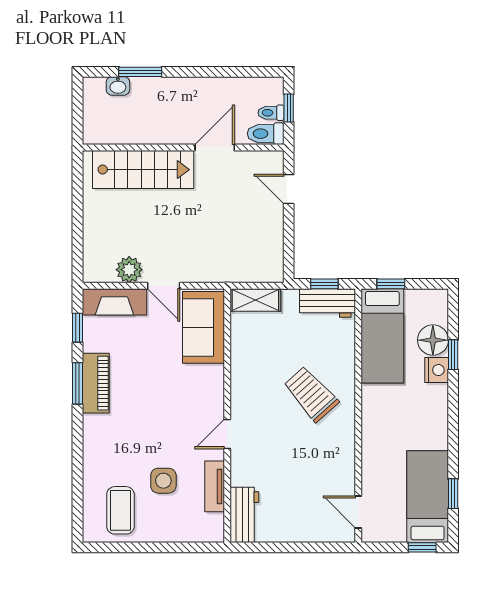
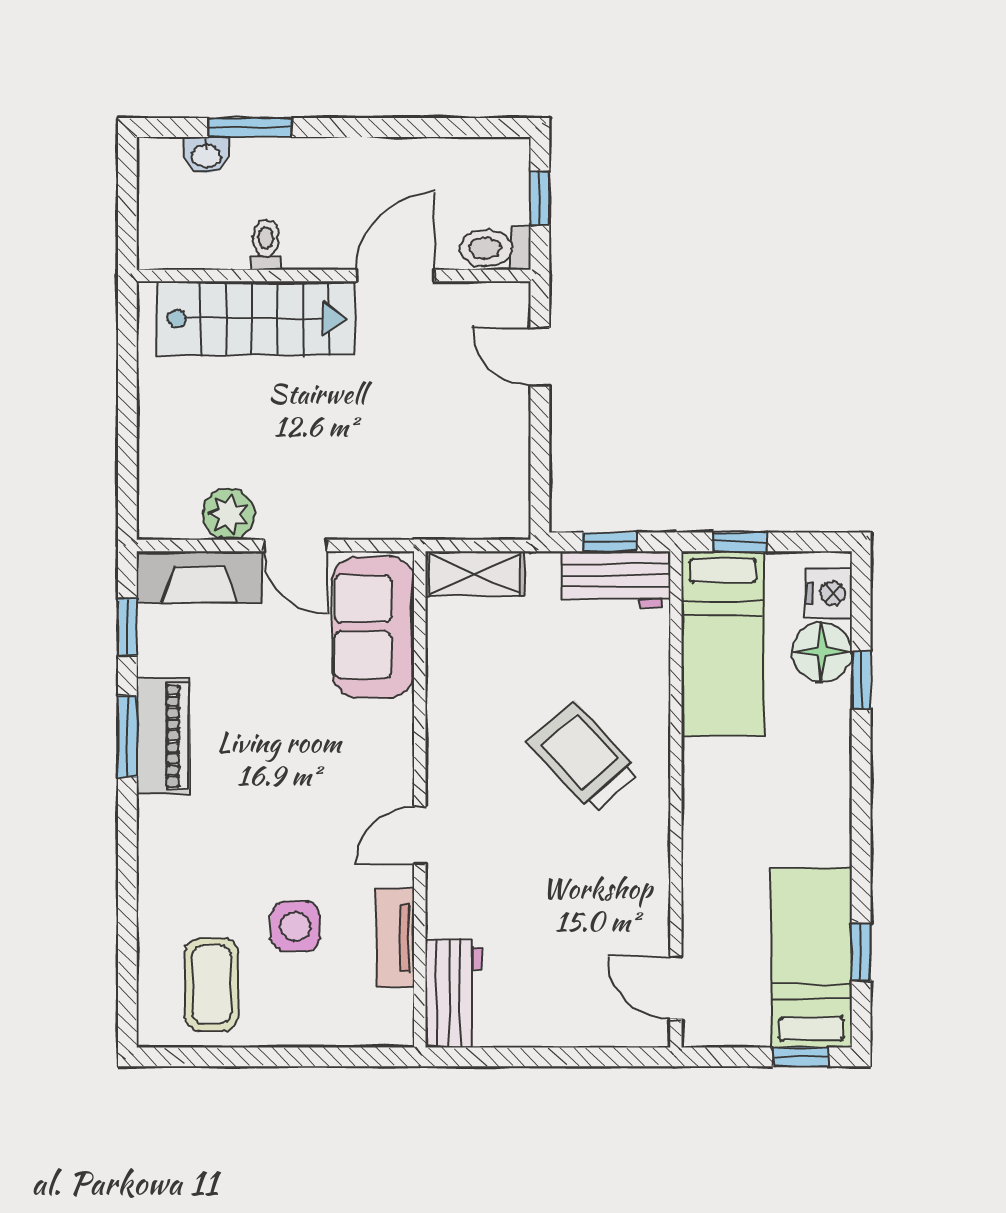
toilet: (271, 113) -> (266, 245), moved, turned 90
nightstand: (437, 370) -> (829, 593), moved

